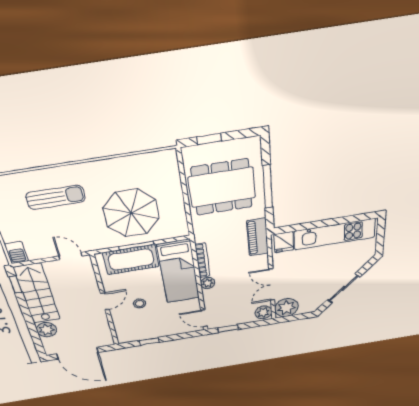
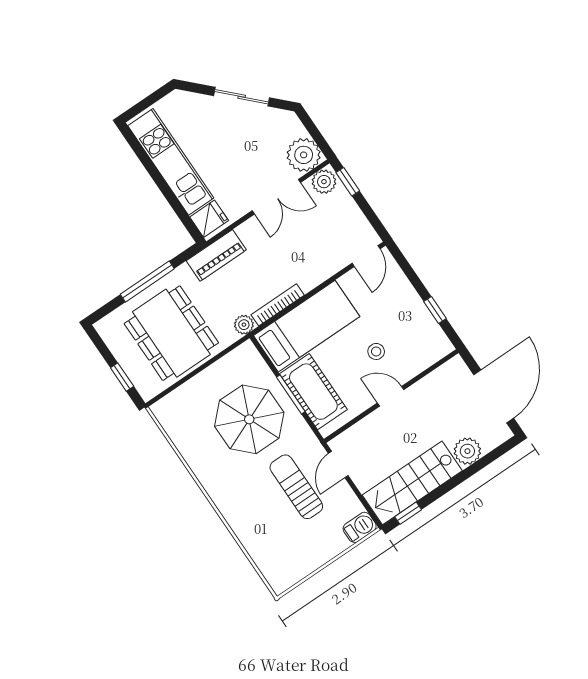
sun lounger: (56, 197) -> (296, 487), moved
plant: (208, 283) -> (244, 325), moved
window: (228, 328) -> (348, 182), moved

